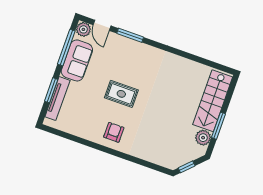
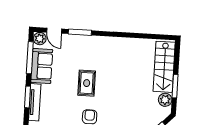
rug: (121, 94) -> (87, 83), turned 90

